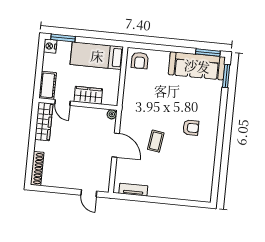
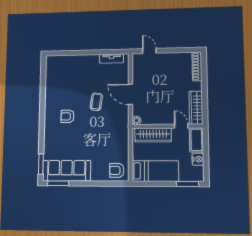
nightstand: (50, 46) -> (198, 159), moved
armchair: (140, 60) -> (117, 170), turned -90
wardrobe: (88, 95) -> (153, 135), width x1.50

